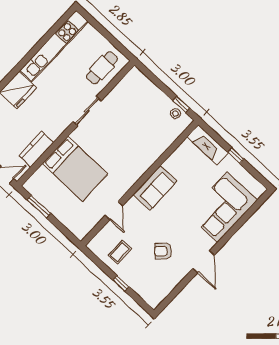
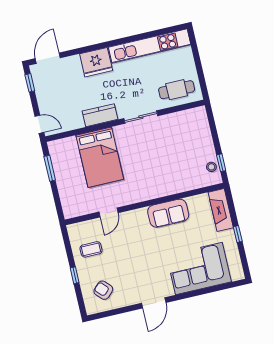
kitchen counter: (36, 149) -> (100, 115), moved
sofa: (155, 188) -> (168, 213), moved
armchair: (163, 251) -> (103, 290), moved

